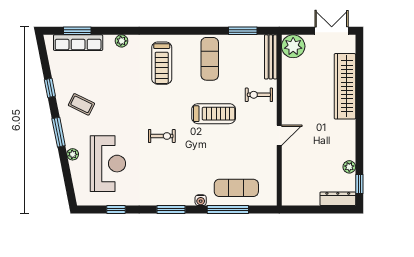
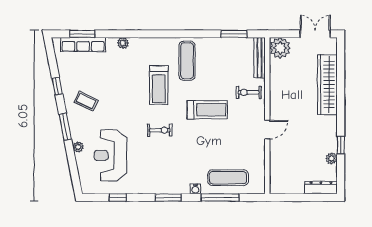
exercise mat: (210, 59) -> (187, 61), moved
treadmill: (162, 63) -> (159, 85), moved
reception desk: (108, 164) -> (110, 155), turned 180
window: (359, 184) -> (341, 145), moved

